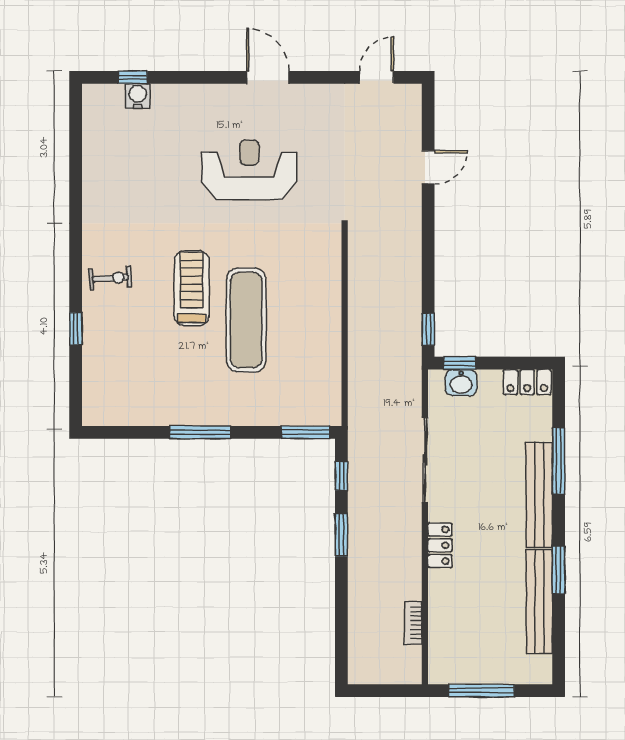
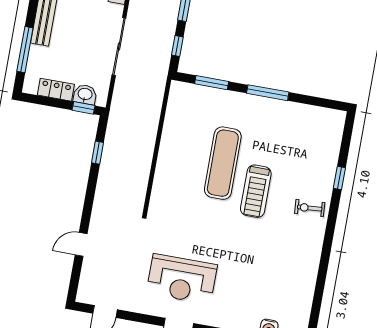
reception desk: (249, 170) -> (182, 279), moved
window: (428, 329) -> (98, 153), moved
locker: (527, 382) -> (56, 90), moved
window: (306, 432) -> (212, 83), moved
window: (559, 461) -> (25, 50), moved

